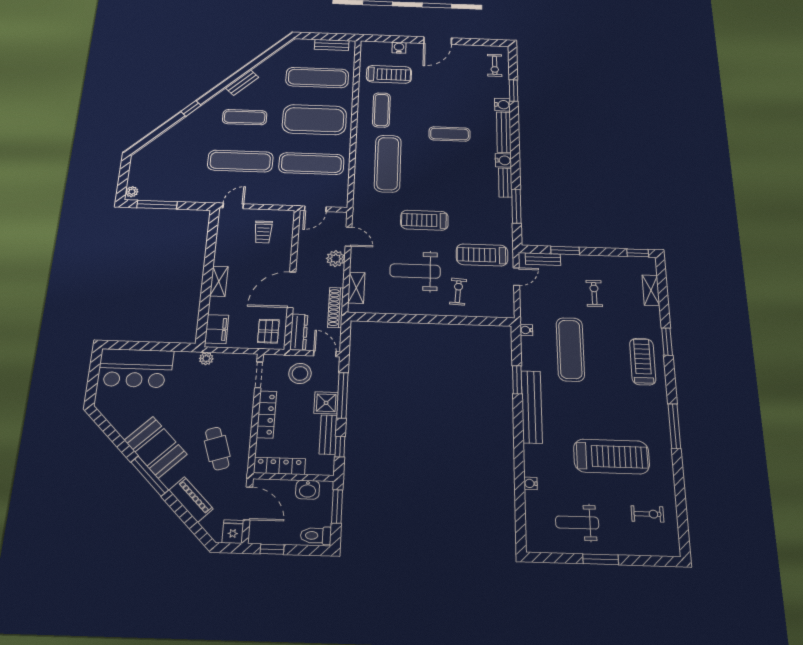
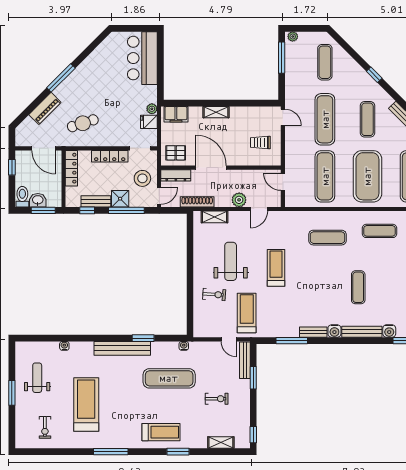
exercise mat: (169, 159) -> (325, 62), added
exercise mat: (388, 163) -> (327, 238), width x0.73, depth x0.69
bench: (543, 259) -> (245, 360), width x1.36
booth: (156, 447) -> (82, 80), removed
treadmill: (611, 456) -> (86, 404), turned 180
washbasin: (308, 490) -> (38, 200), moved, turned 90
door: (248, 503) -> (44, 148), hinge flipped
fridge: (233, 532) -> (149, 122), moved, turned 180

